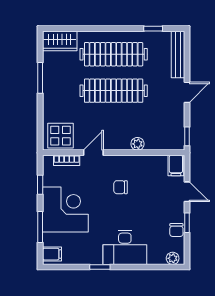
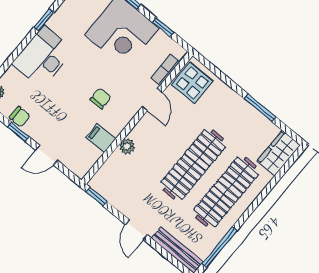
window: (153, 29) -> (220, 247), width x2.17
filing cabinet: (176, 165) -> (101, 138), moved
chair: (176, 230) -> (20, 117), turned 180

